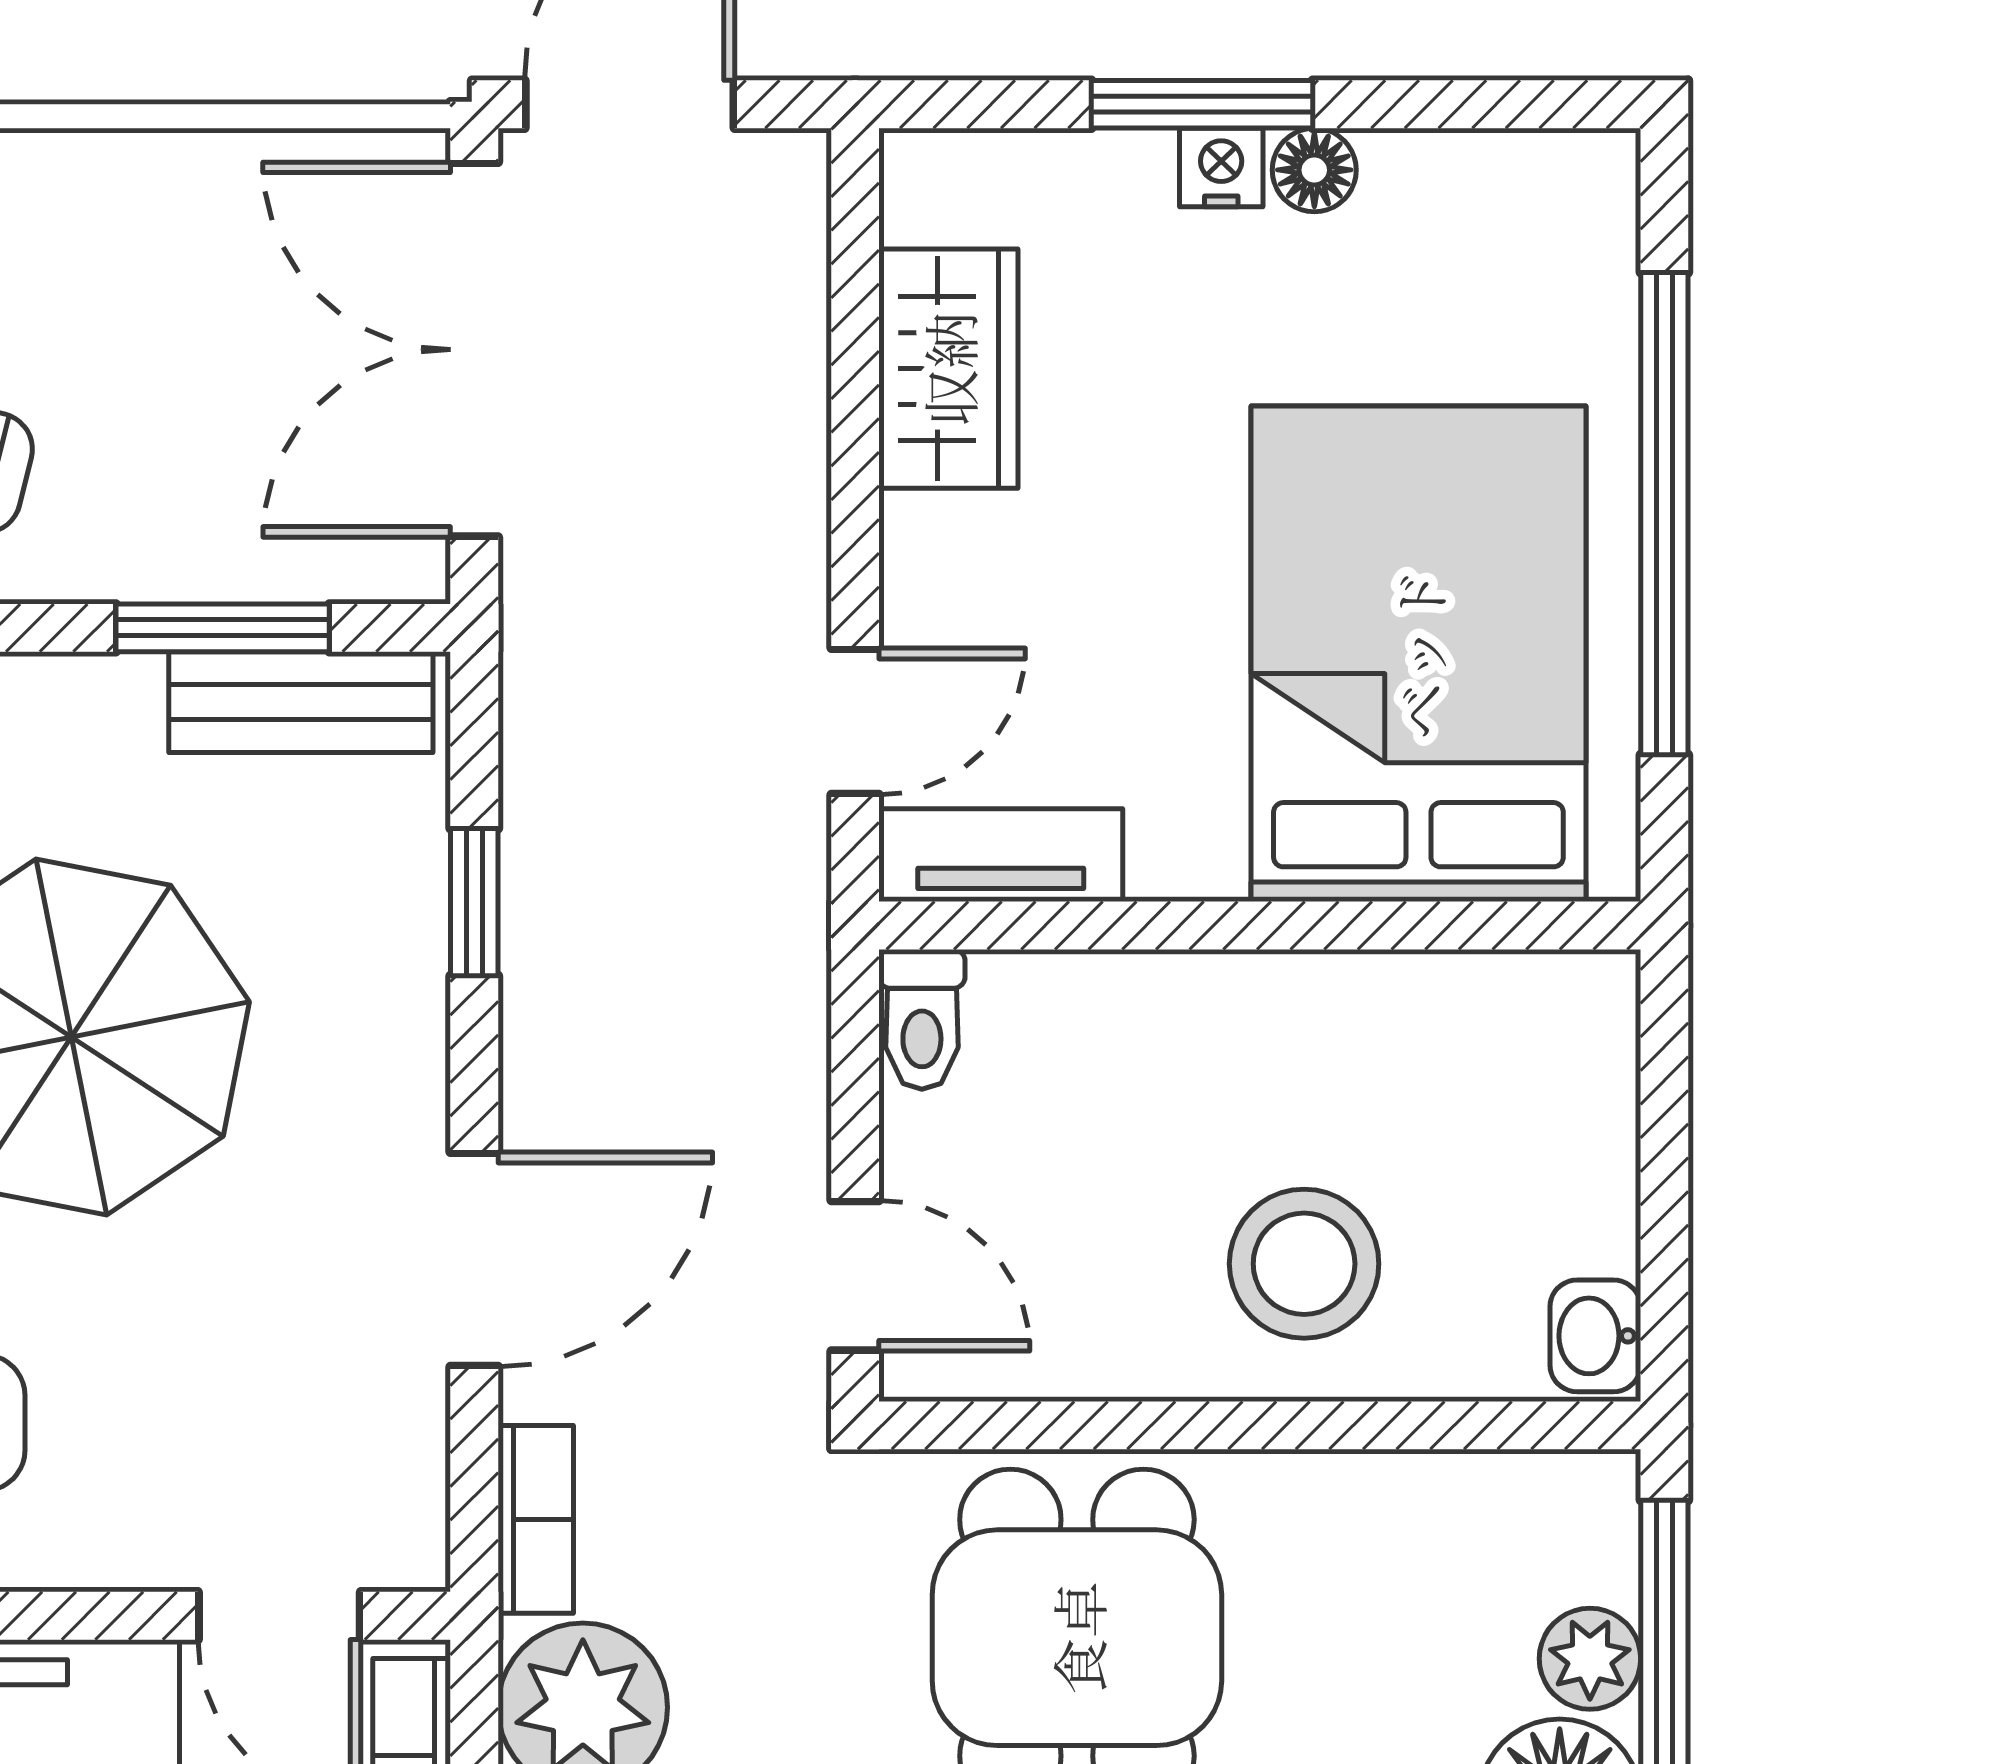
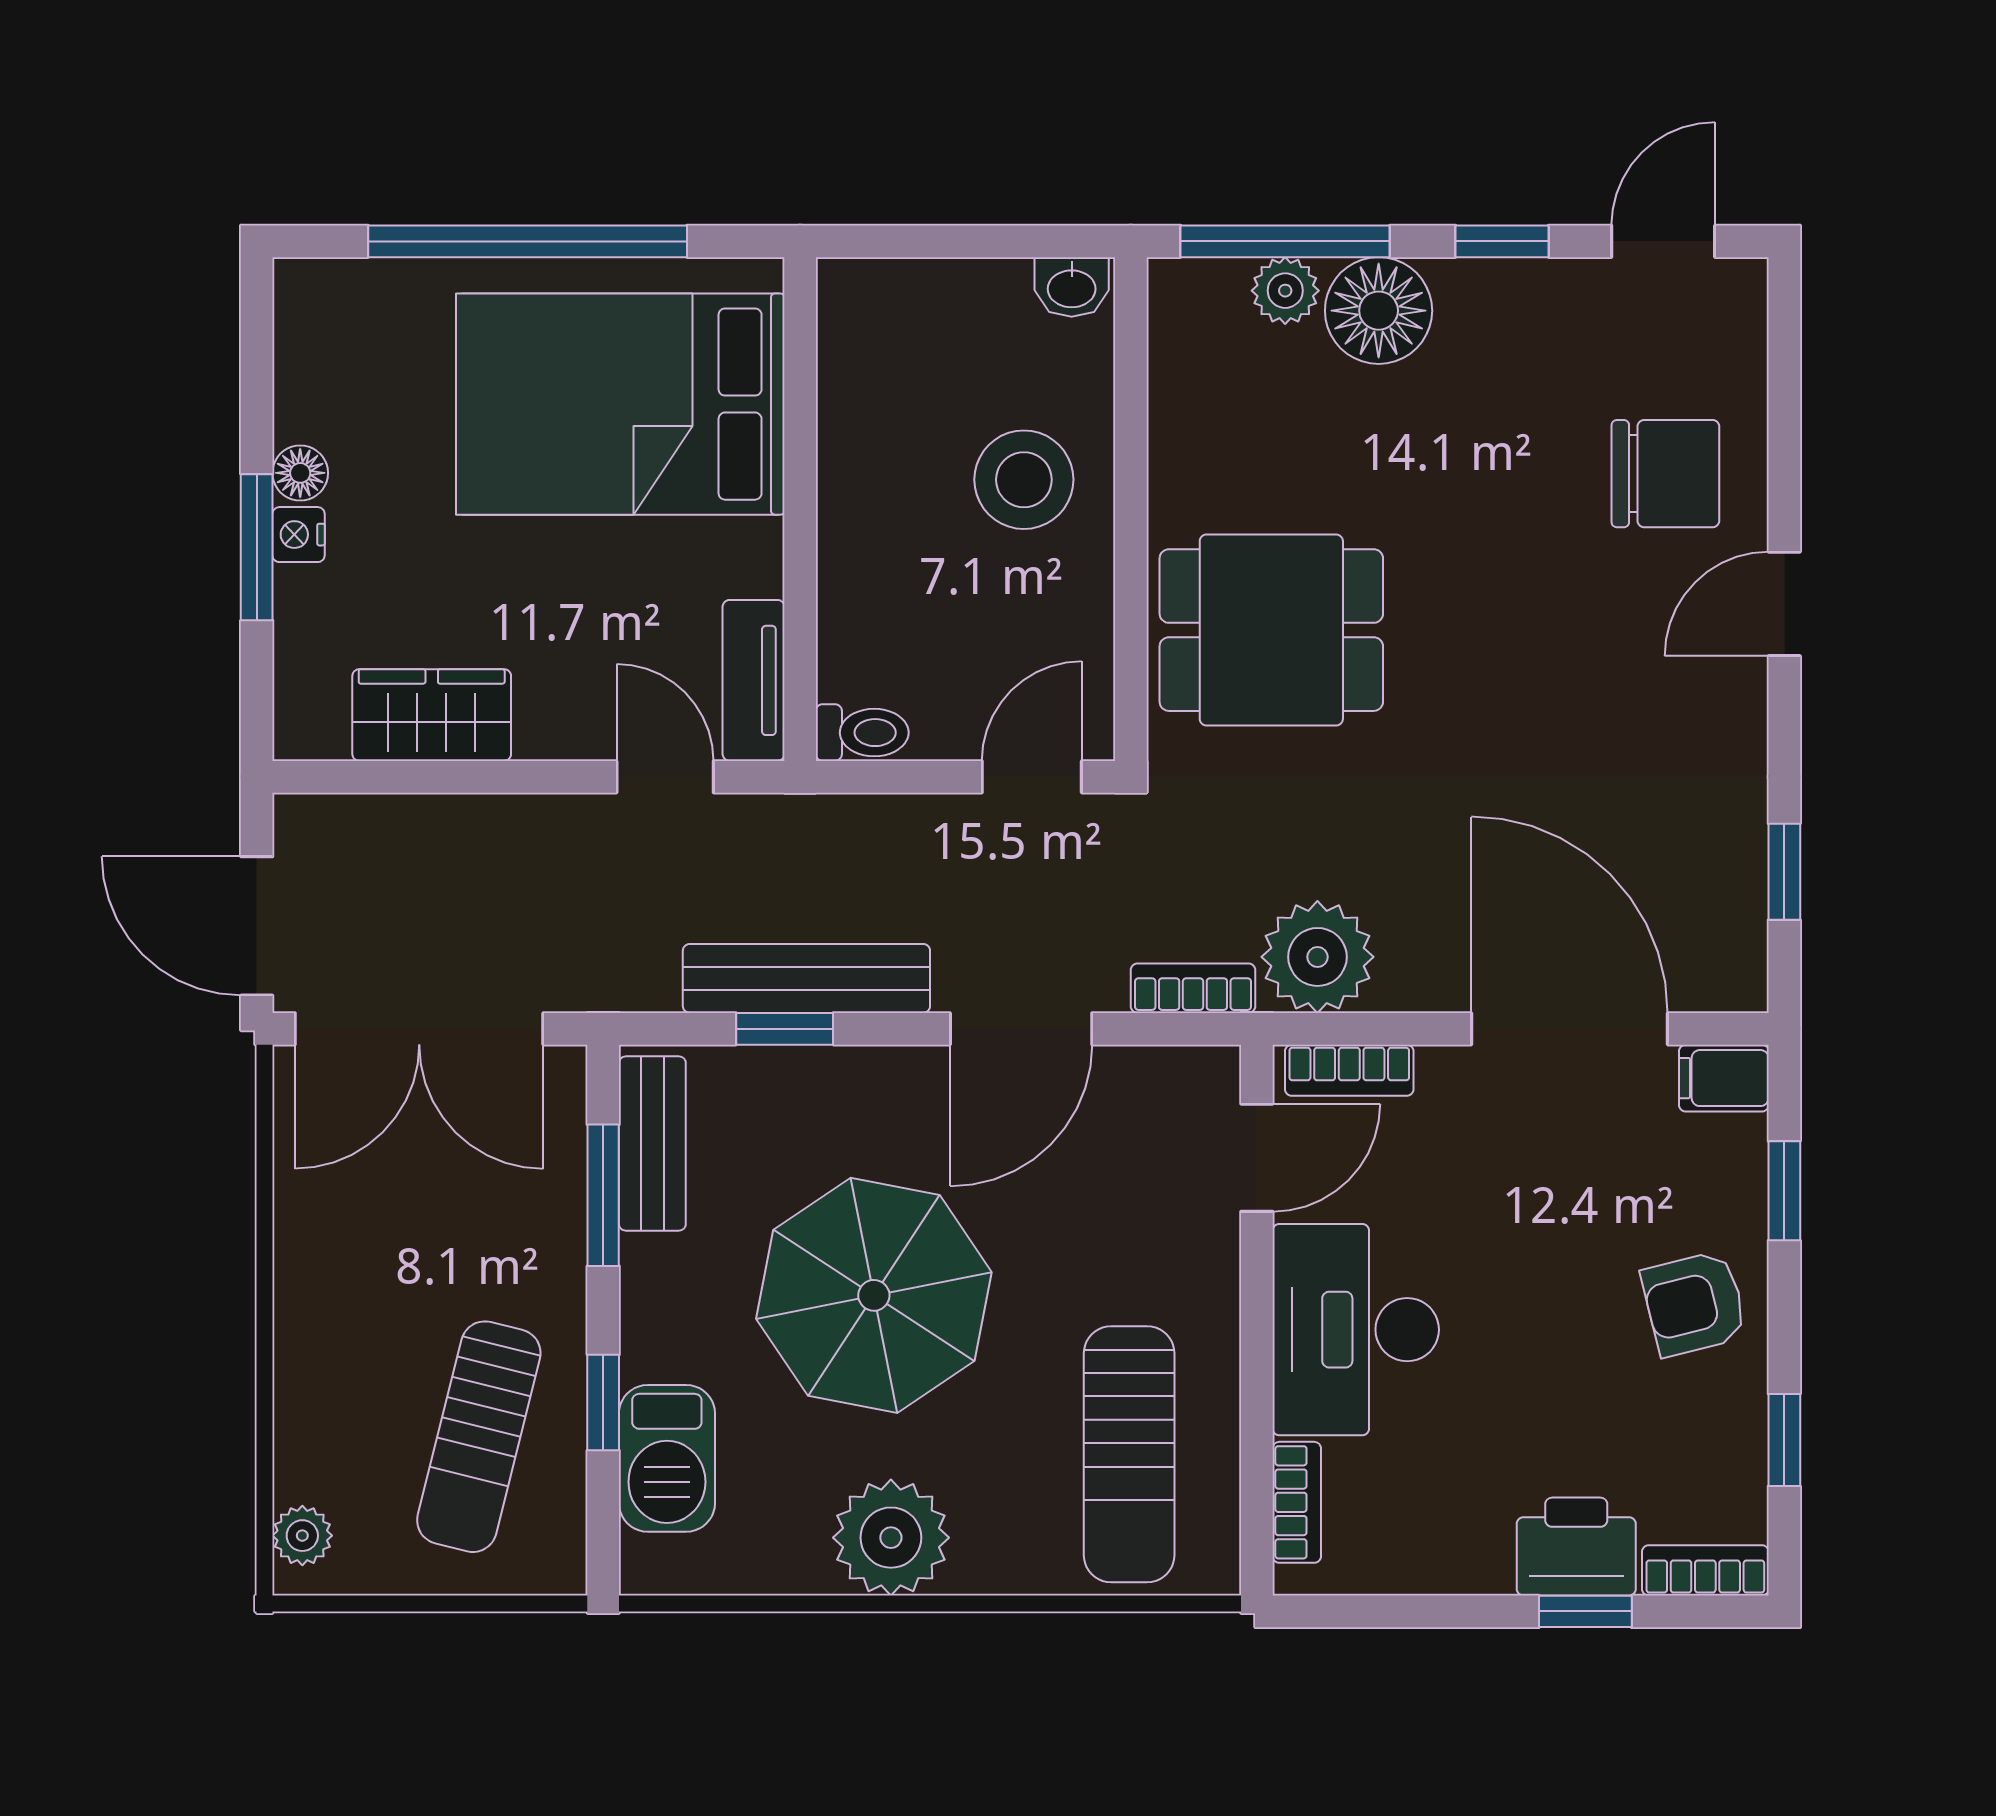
bench: (550, 935) -> (806, 978), added
door: (474, 1259) -> (1021, 1029), swing flipped

